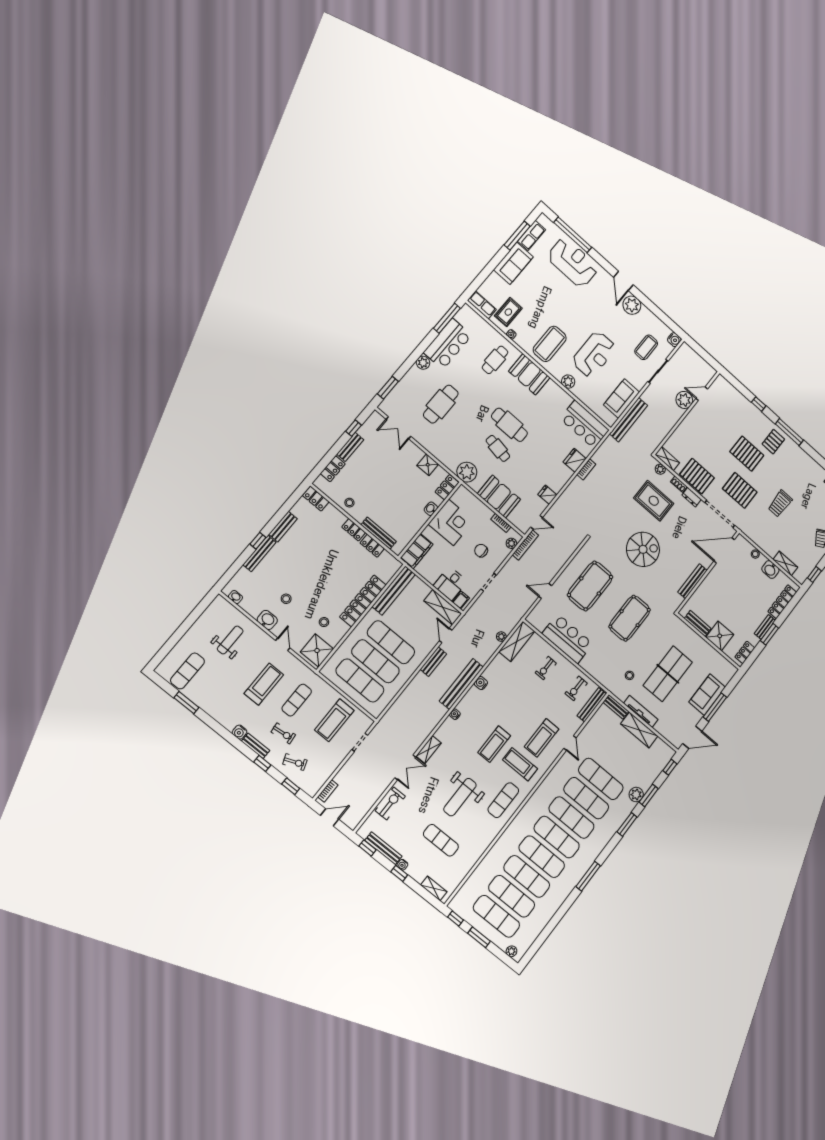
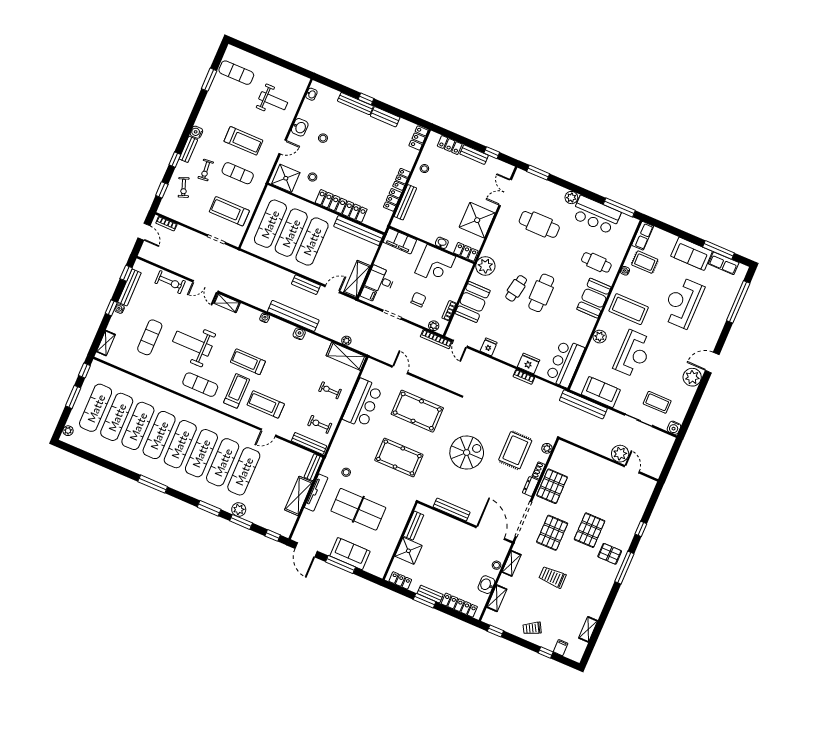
reception desk: (573, 263) -> (683, 303), moved, turned 180
reception desk: (594, 354) -> (633, 354), turned -90
shelving: (667, 459) -> (512, 563), moved
shower: (428, 465) -> (477, 220), width x1.86, depth x1.86
spiral stairs: (643, 549) -> (467, 453), turned -90

